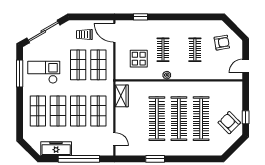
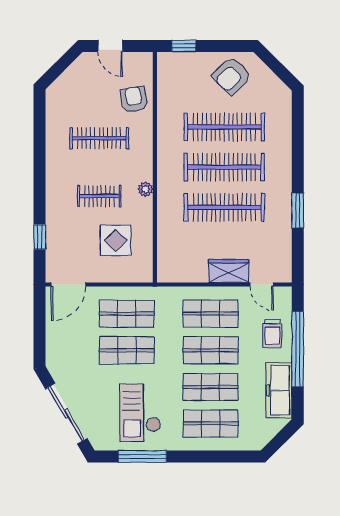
trolley: (84, 35) -> (272, 334), moved
armchair: (222, 43) -> (134, 100), moved
clothes rail: (195, 50) -> (99, 138), width x1.36
door: (246, 66) -> (110, 46), moved
wardrobe: (122, 96) -> (229, 271), moved
window: (246, 117) -> (184, 46), moved
door: (114, 139) -> (262, 285), swing flipped

